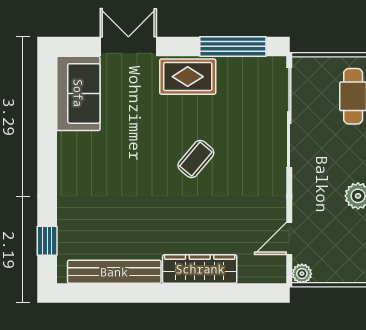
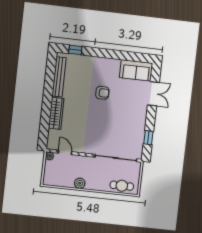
window: (233, 46) -> (148, 138), width x0.46
rug: (188, 77) -> (138, 117), removed
coffee table: (196, 159) -> (103, 117), removed
armchair: (140, 166) -> (102, 93), added

